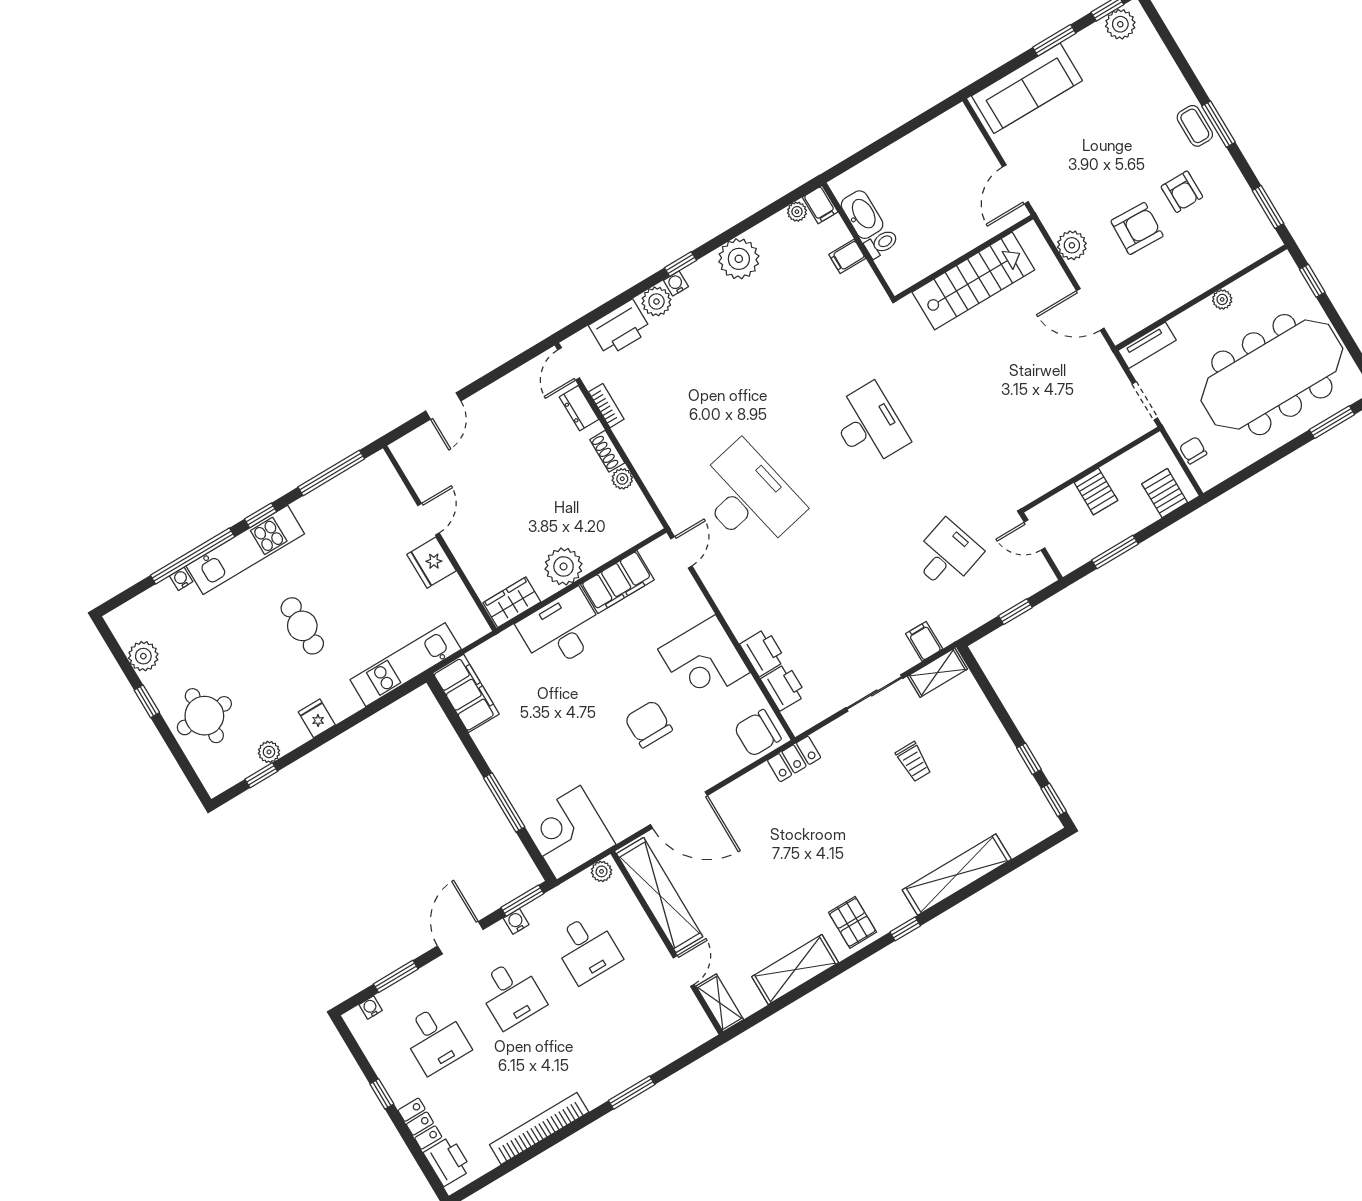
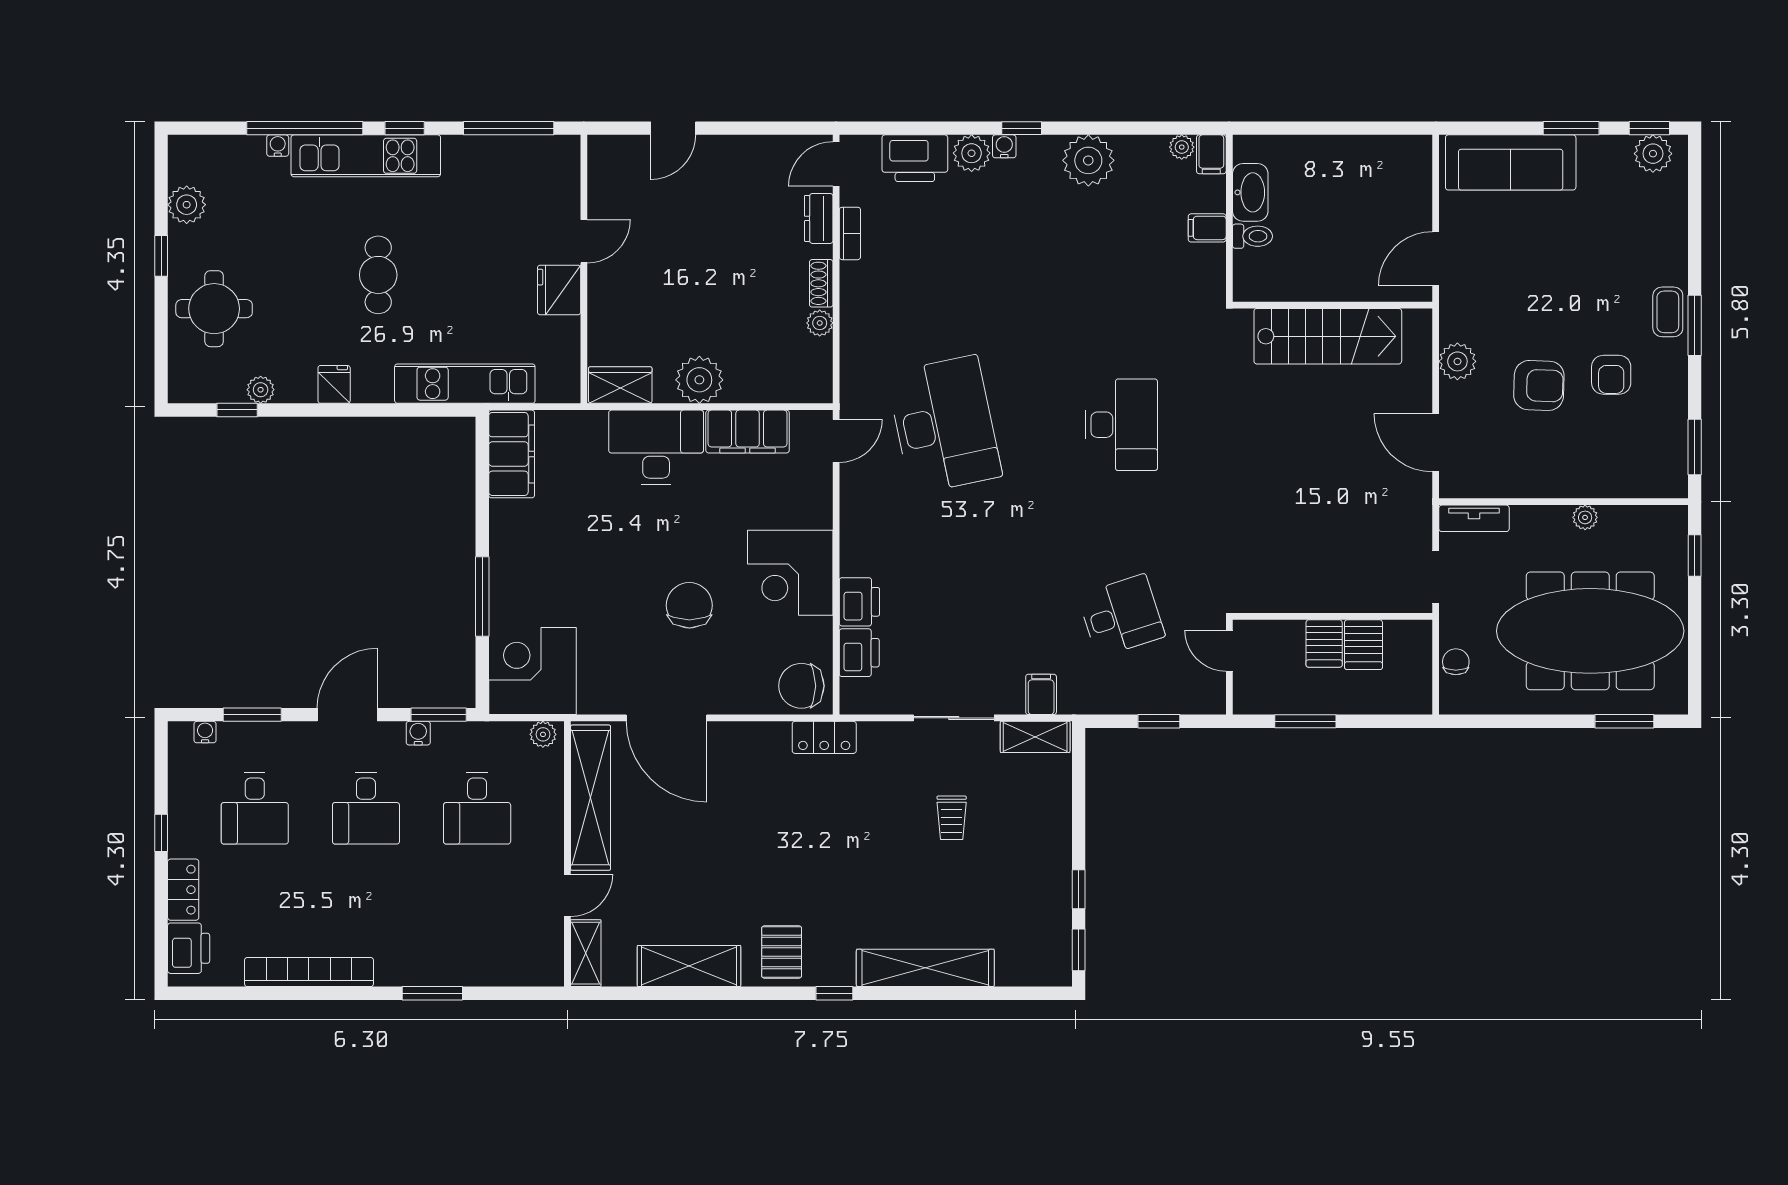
server rack: (1165, 493) -> (1363, 645), moved, turned 180

